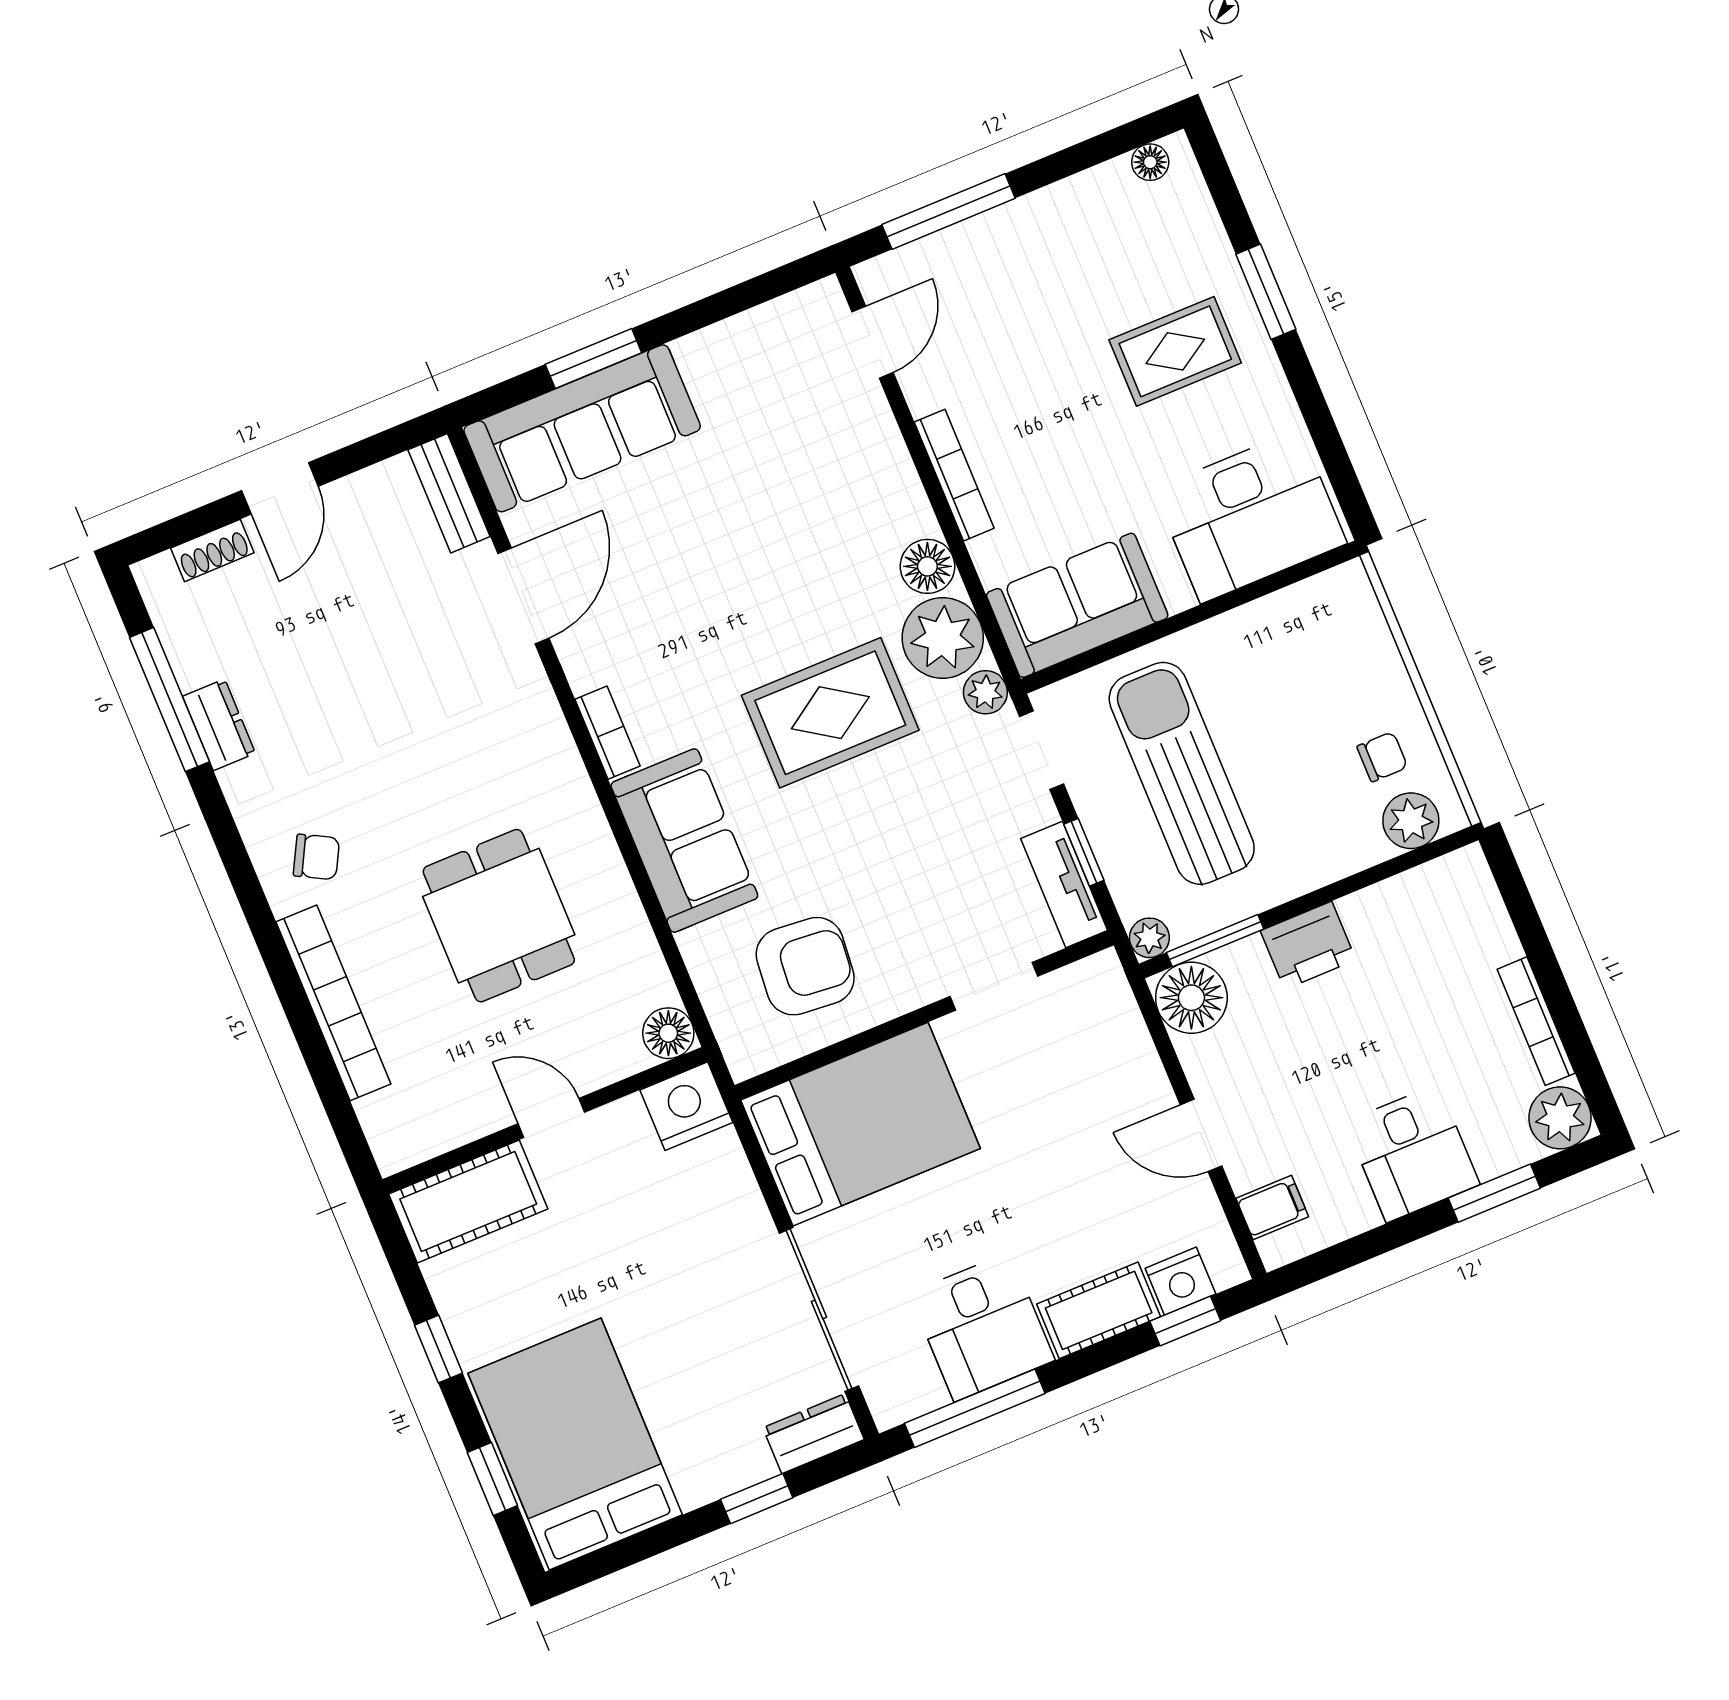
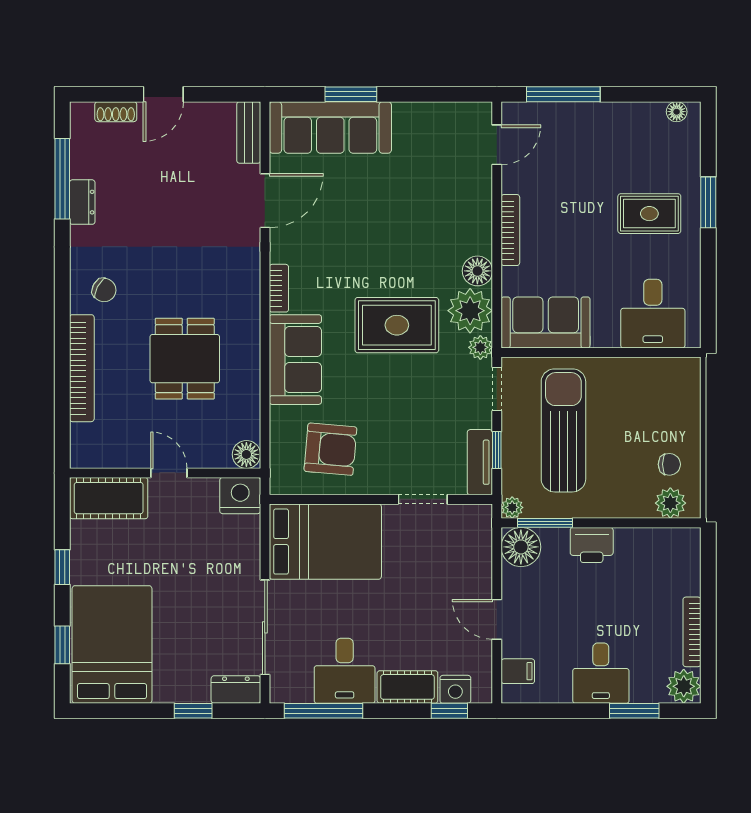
desk: (1250, 516) -> (653, 314), width x0.73

